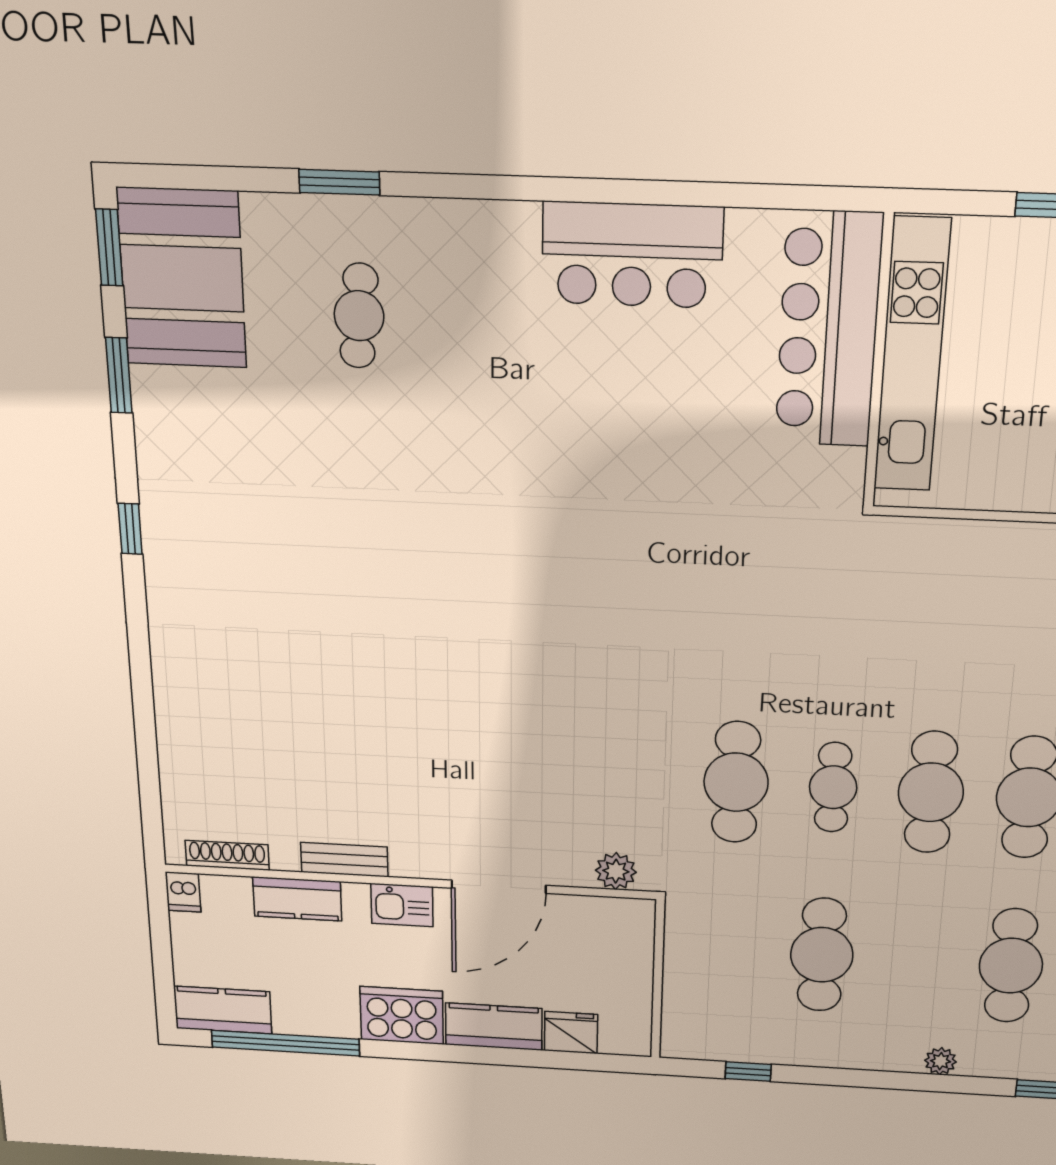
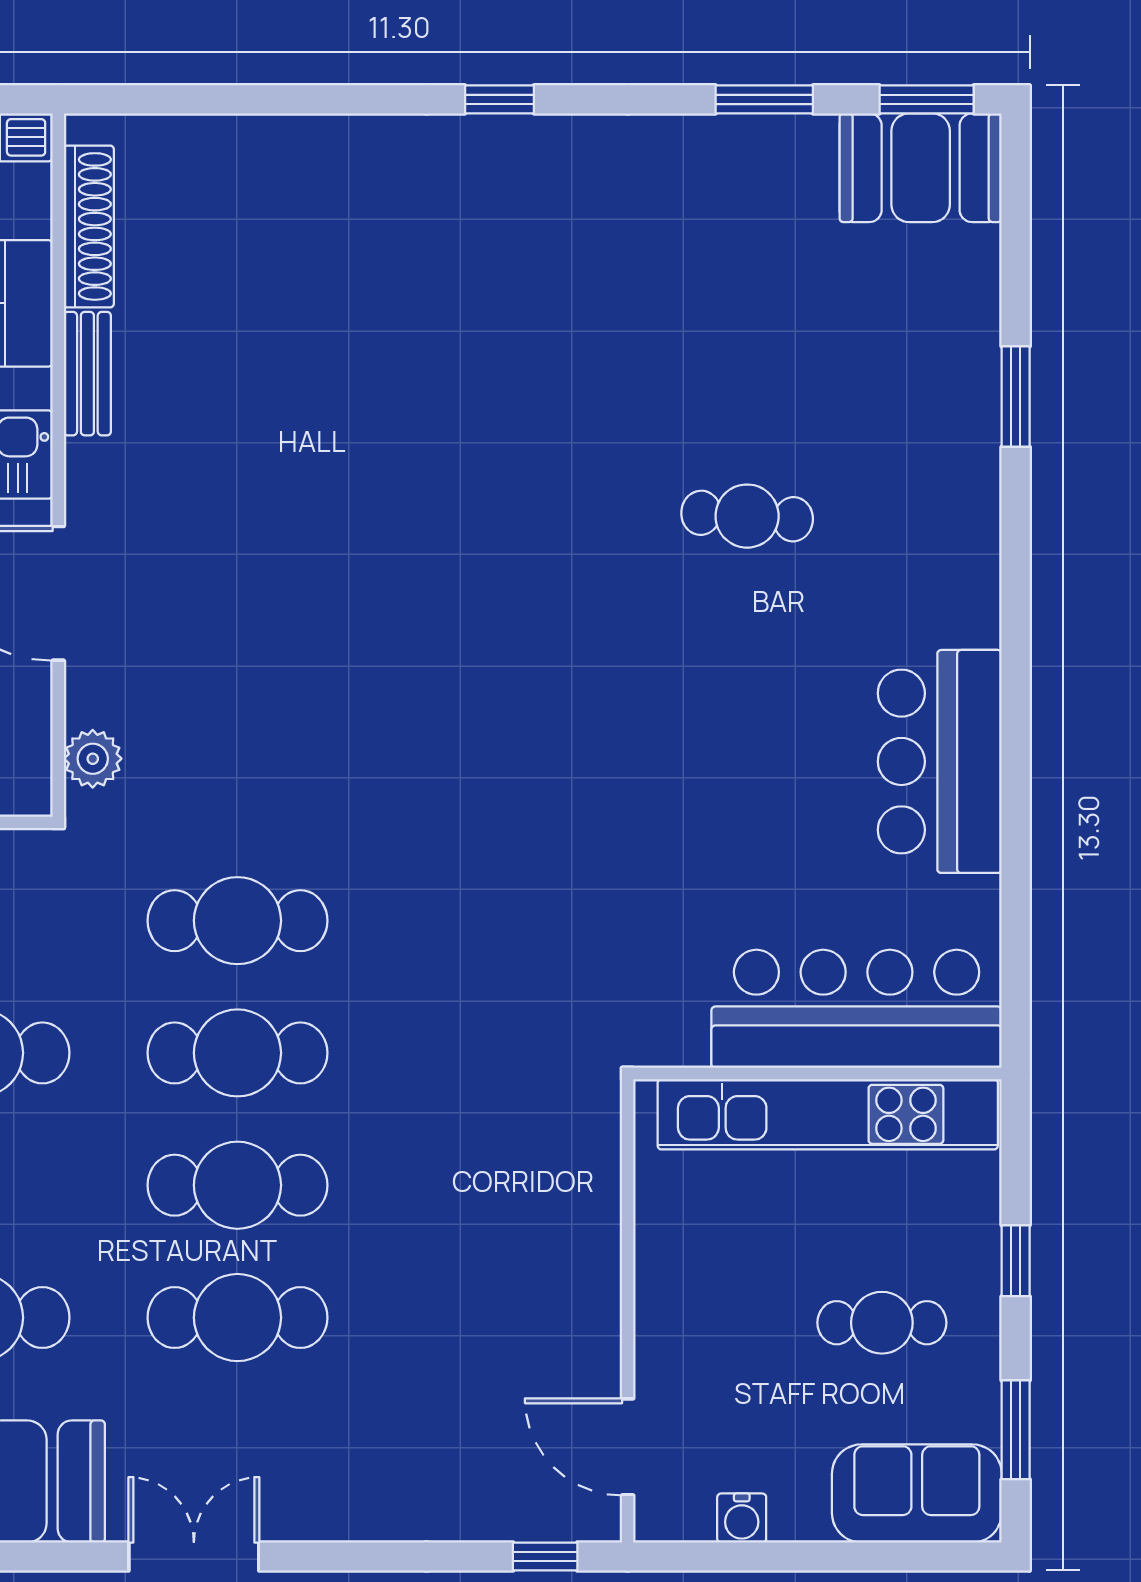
booth: (182, 278) -> (921, 168), width x0.73, depth x0.70
cafe table: (359, 316) -> (747, 516), moved
window: (130, 529) -> (499, 99), moved
cafe table: (833, 787) -> (237, 1053), width x1.37, depth x1.35
shoe rack: (227, 855) -> (89, 226), width x1.36, depth x1.24

